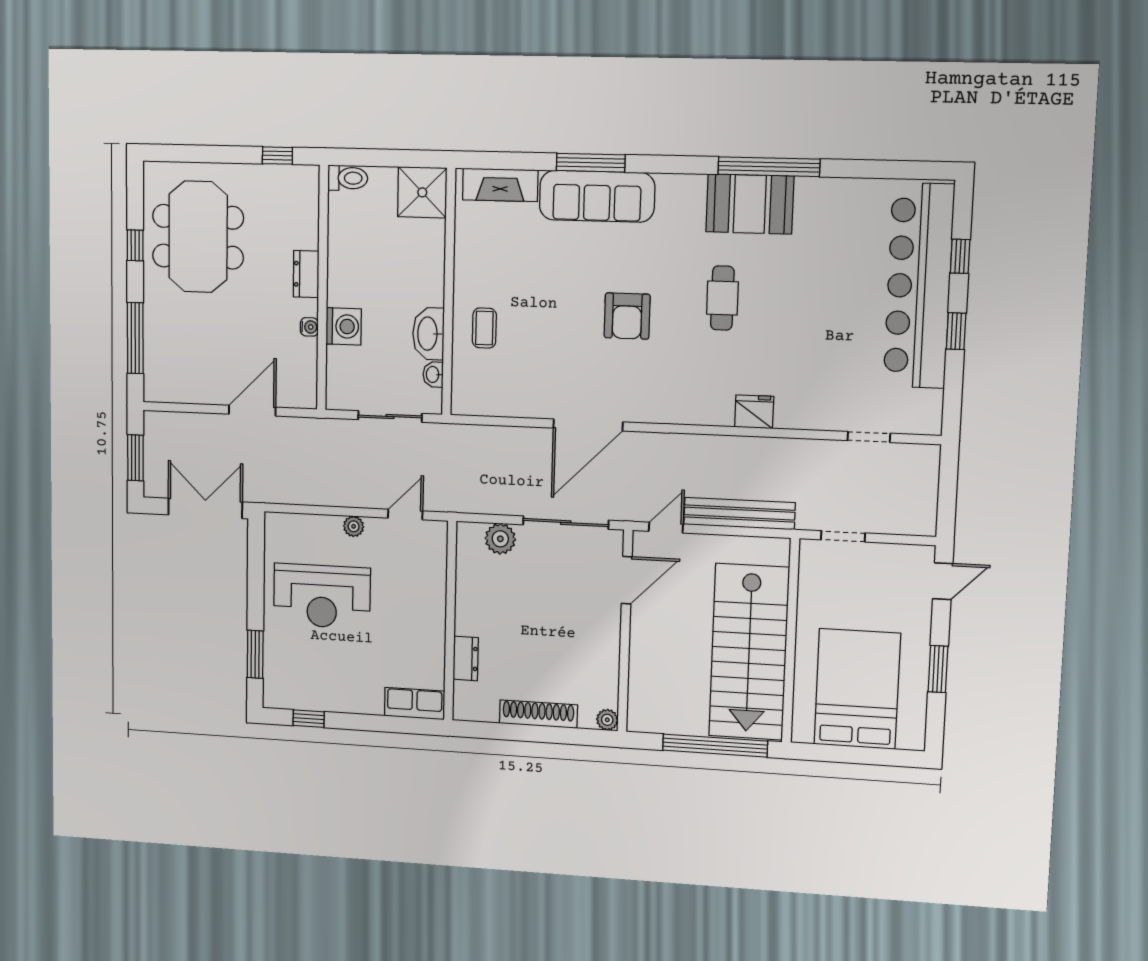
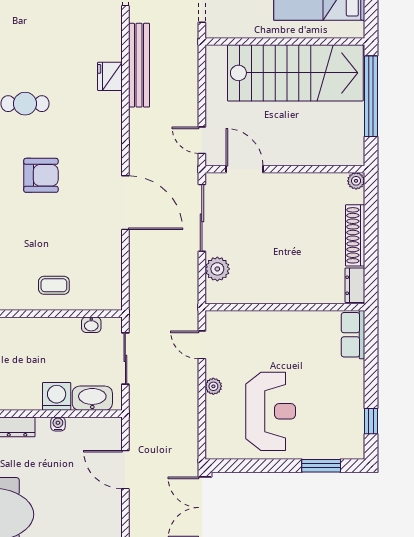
washbasin: (428, 334) -> (92, 398), moved, turned 180
bench: (739, 514) -> (139, 65), moved
dresser: (466, 658) -> (355, 285), moved, turned -90

